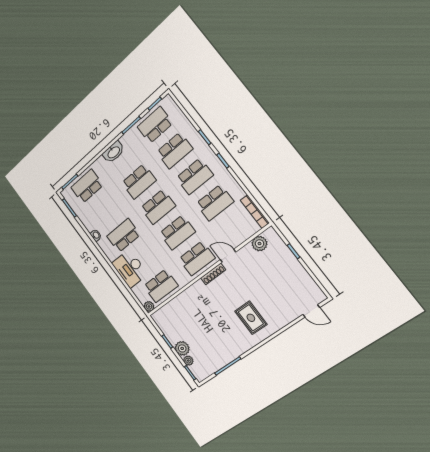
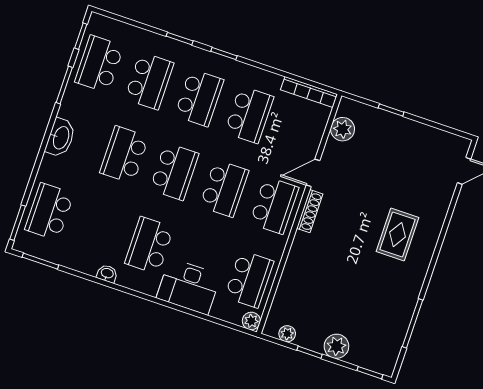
school desk: (139, 182) -> (124, 155), turned 180
rug: (251, 318) -> (398, 235), turned 90
plant: (188, 361) -> (287, 334), moved

